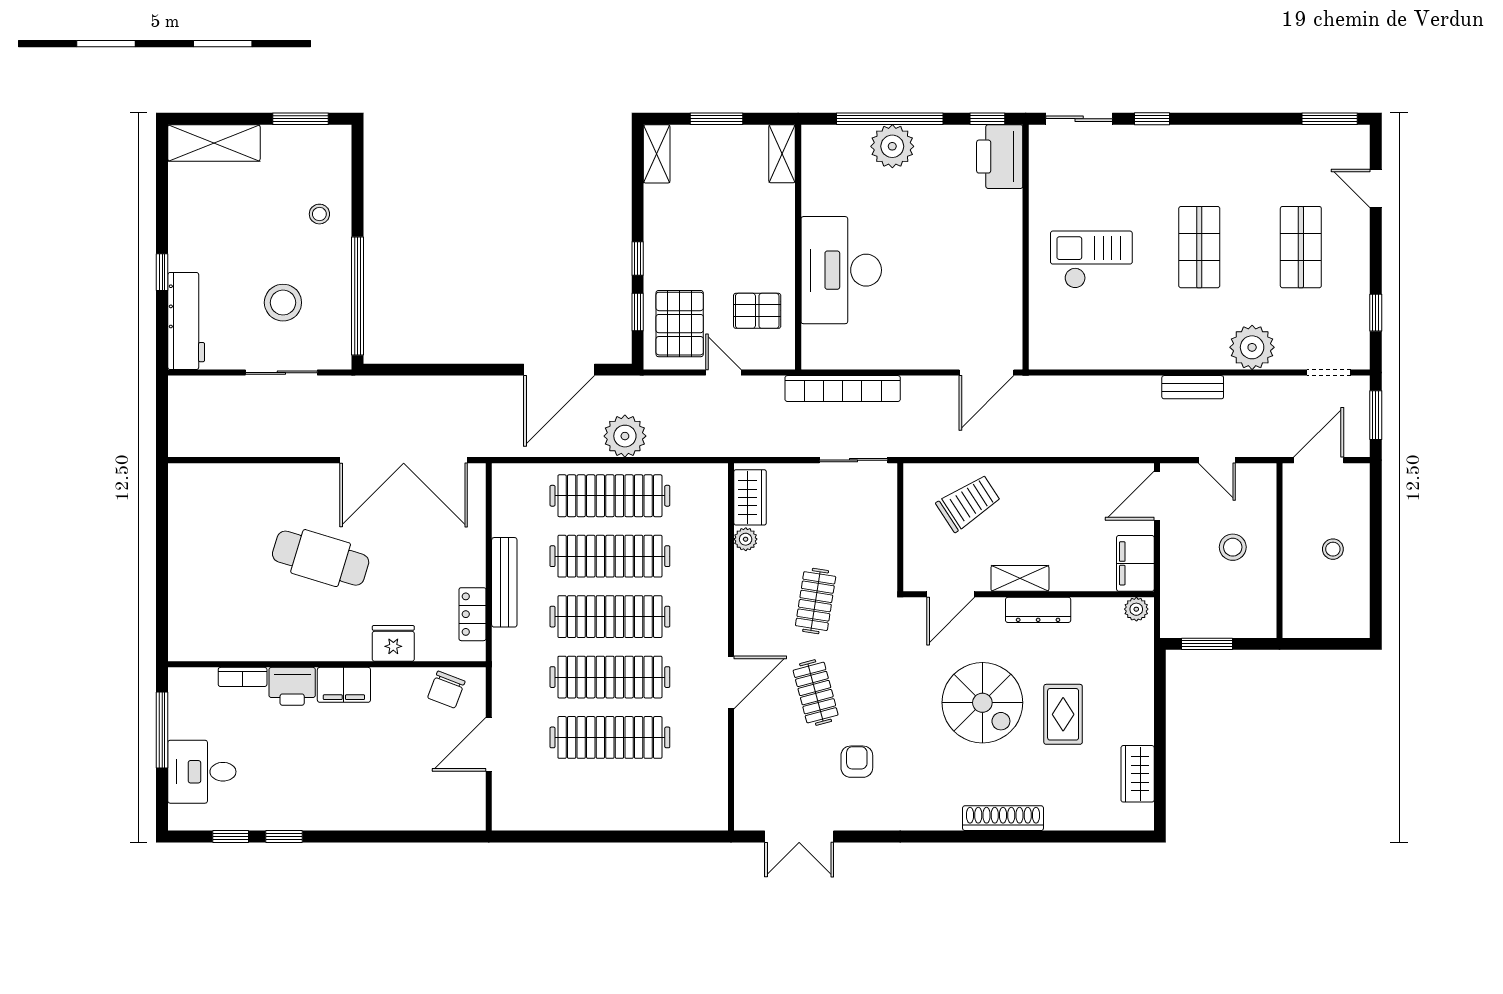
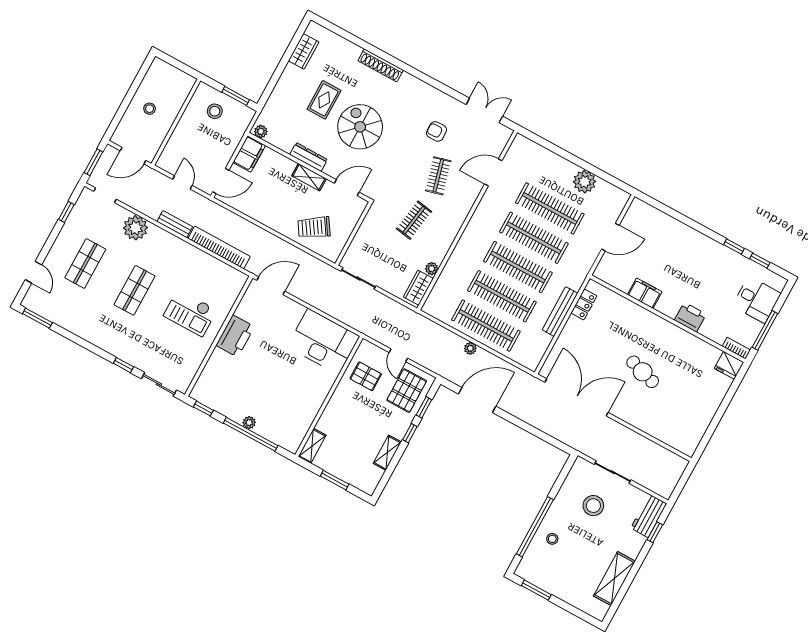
shelving: (214, 143) -> (614, 579), moved, turned 90
plant: (892, 146) -> (249, 423), width x0.53, depth x0.53
shelving: (657, 154) -> (387, 453), moved
printer: (1000, 157) -> (235, 336), moved
desk: (841, 270) -> (323, 341), moved, turned -90
window: (162, 272) -> (655, 532), moved
window: (358, 296) -> (535, 527), moved
workbench: (186, 321) -> (649, 516), width x0.73
bookcase: (843, 389) -> (219, 247), moved
plant: (625, 436) -> (470, 348), width x0.53, depth x0.53
stool: (1233, 547) -> (215, 111), moved
cafe table: (321, 558) -> (643, 372), width x0.73, depth x0.74
fridge: (393, 643) -> (729, 365), moved
bookcase: (243, 677) -> (736, 348), moved
door: (731, 682) -> (493, 172), moved
filing cabinet: (344, 685) -> (645, 293), moved
chair: (446, 690) -> (616, 275), removed
armchair: (857, 762) -> (437, 131), turned 88
plant: (578, 810) -> (585, 182), added

